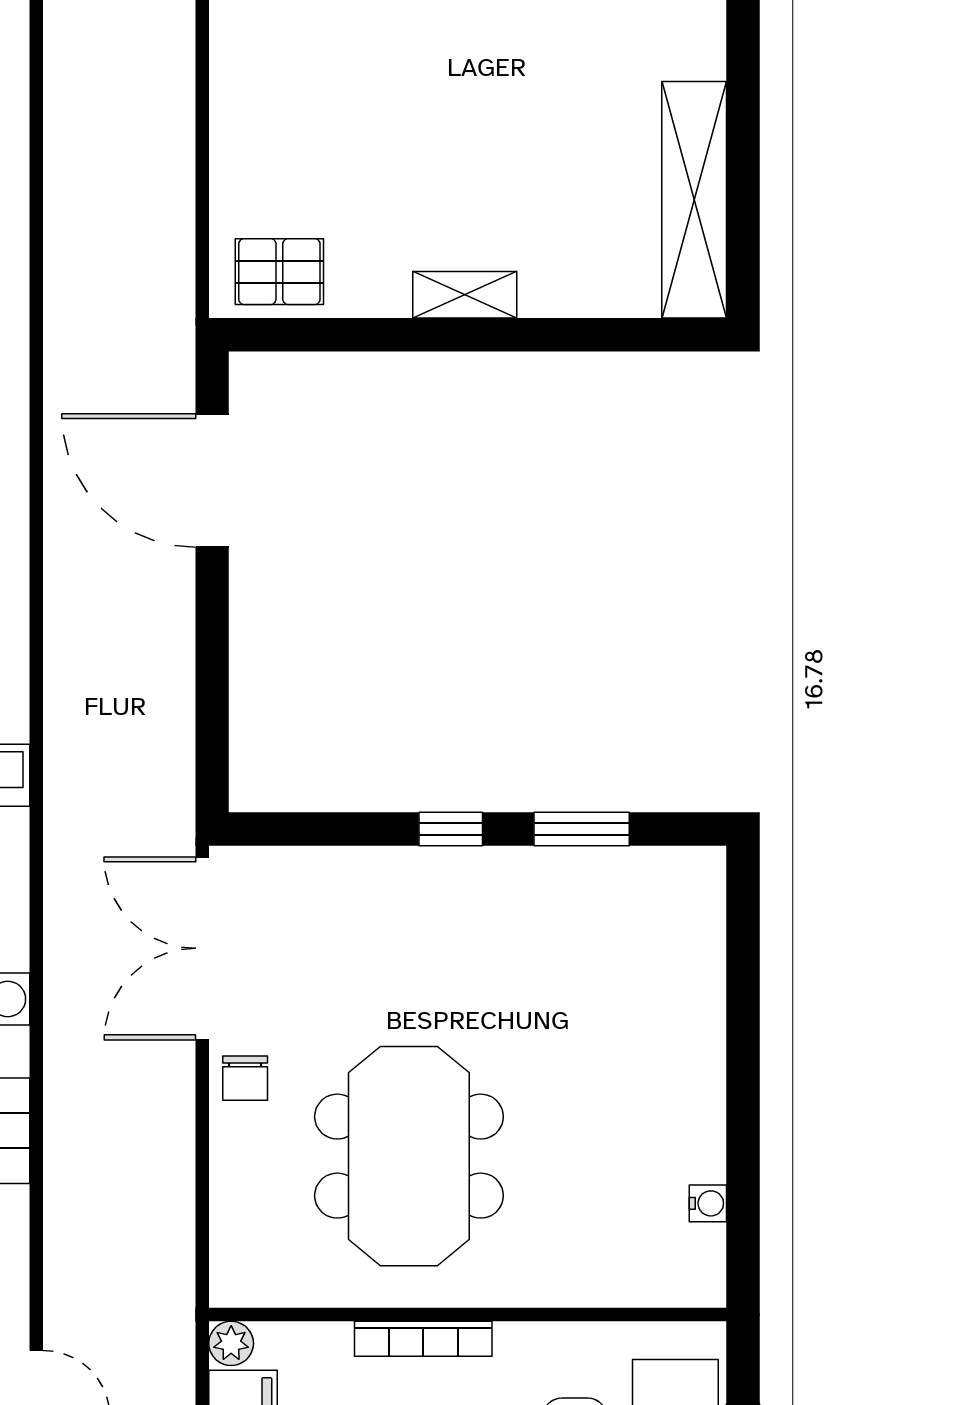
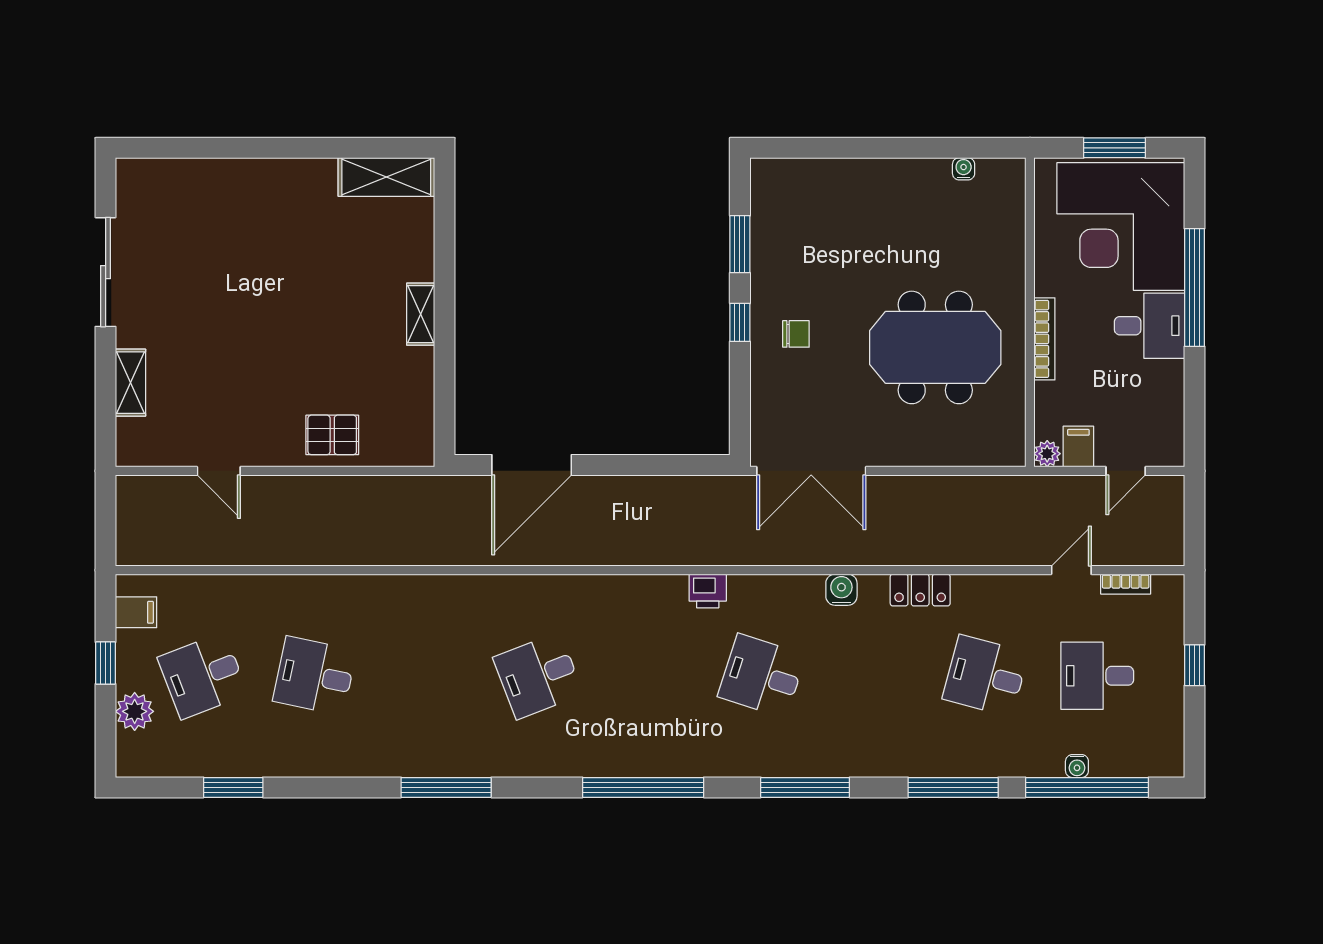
shelving: (694, 200) -> (386, 177), width x0.68
pallet: (279, 272) -> (332, 435), moved, turned 90
chair: (245, 1078) -> (796, 334), moved

